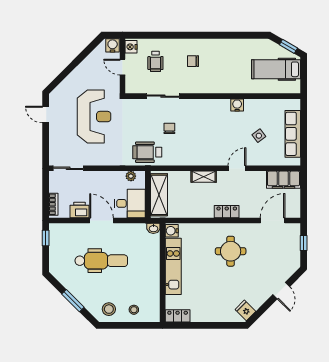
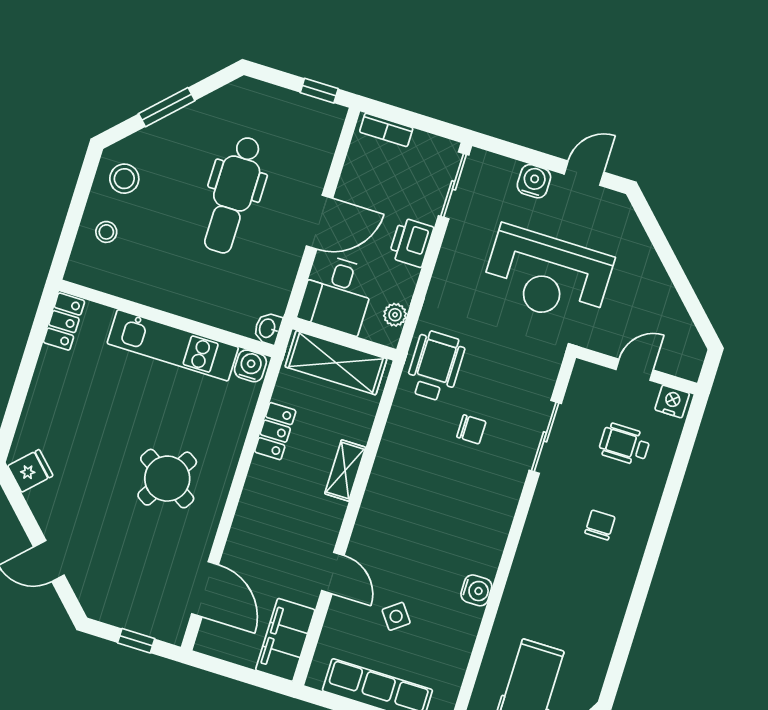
water cooler: (113, 45) -> (534, 181), moved, turned -90
door: (237, 168) -> (333, 573), moved
printer: (79, 210) -> (411, 242), moved, turned 180
locker: (227, 212) -> (275, 431), moved
round table: (231, 251) -> (167, 479), turned 32

